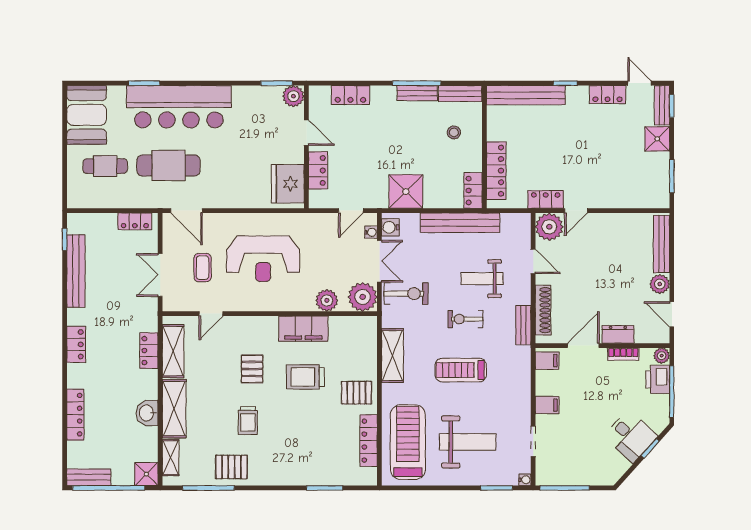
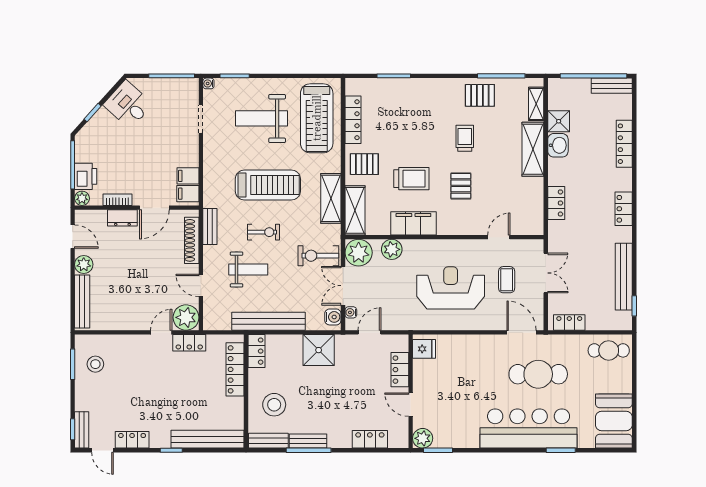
stool: (454, 132) -> (274, 405), width x1.89, depth x1.89
shower: (657, 139) -> (86, 399), removed
cafe table: (105, 166) -> (609, 350), moved
stool: (647, 176) -> (95, 364), added
fridge: (288, 184) -> (424, 349), width x0.53, depth x0.75
shelving: (173, 351) -> (355, 210), moved
treadmill: (461, 370) -> (268, 185), width x1.37, depth x1.38
filing cabinet: (547, 405) -> (188, 176), moved
desk: (631, 436) -> (128, 105), moved
shower: (146, 474) -> (559, 121), moved

